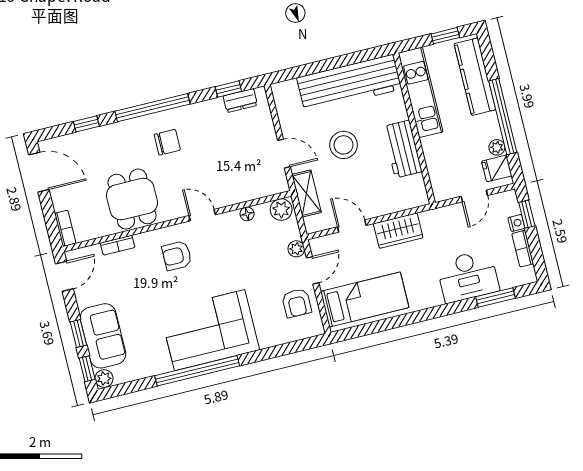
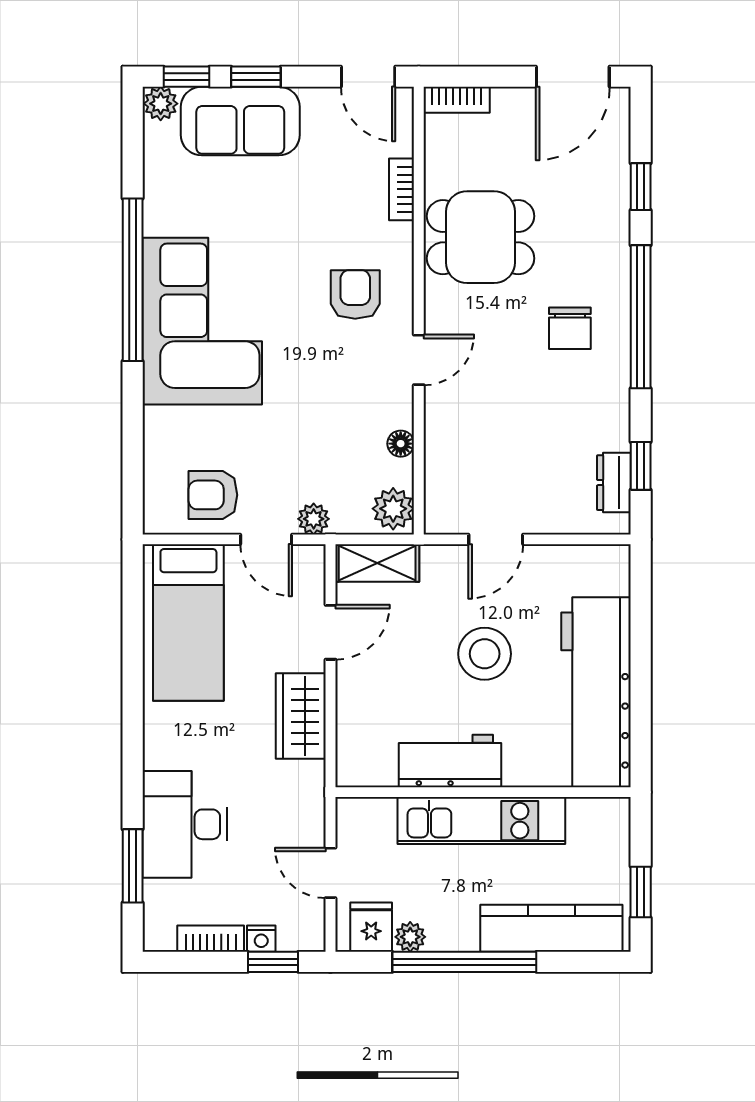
kitchen unit: (421, 92) -> (481, 821), moved
shelving: (306, 193) -> (377, 563), moved

